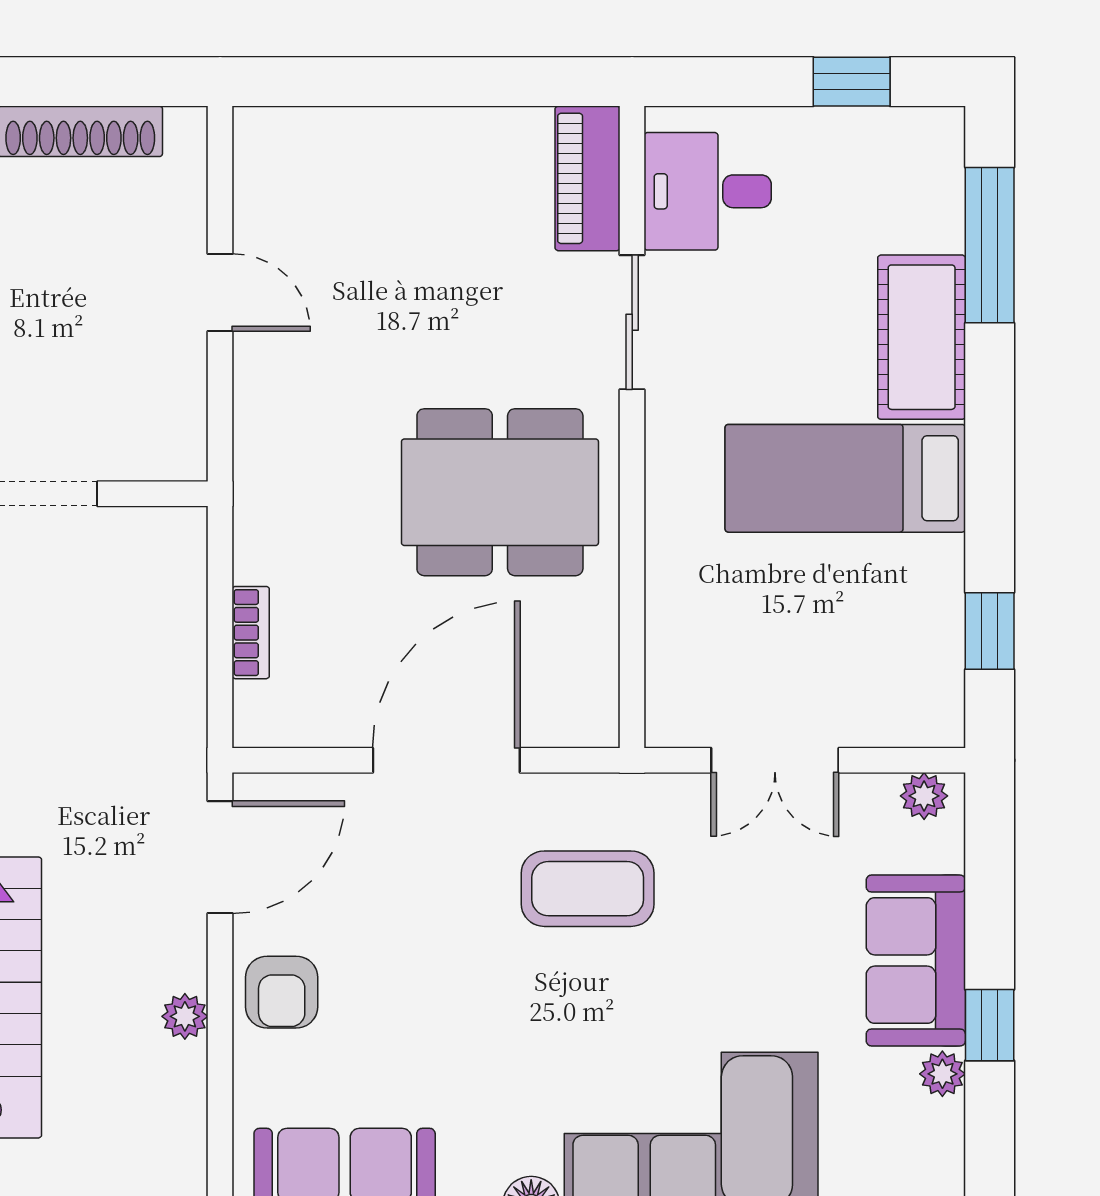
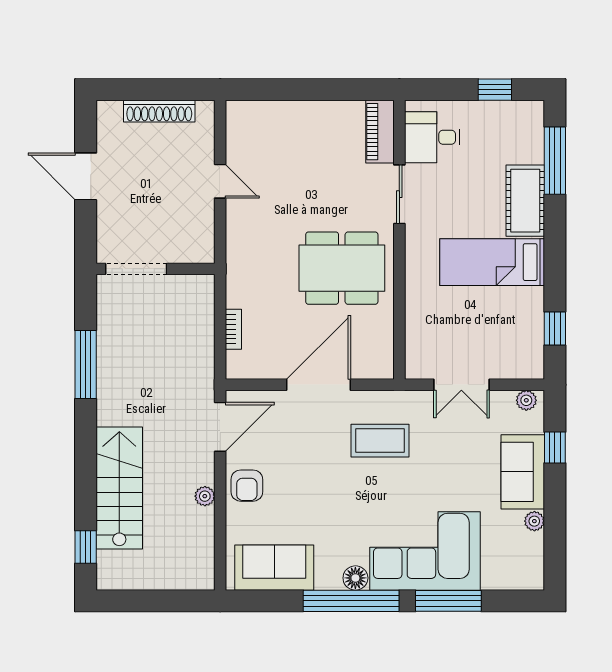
window: (990, 1025) -> (555, 447), moved

